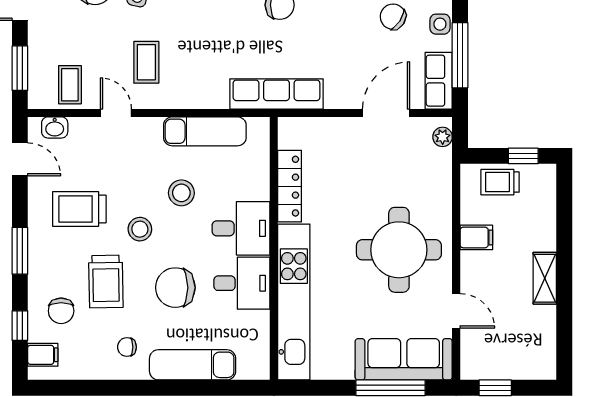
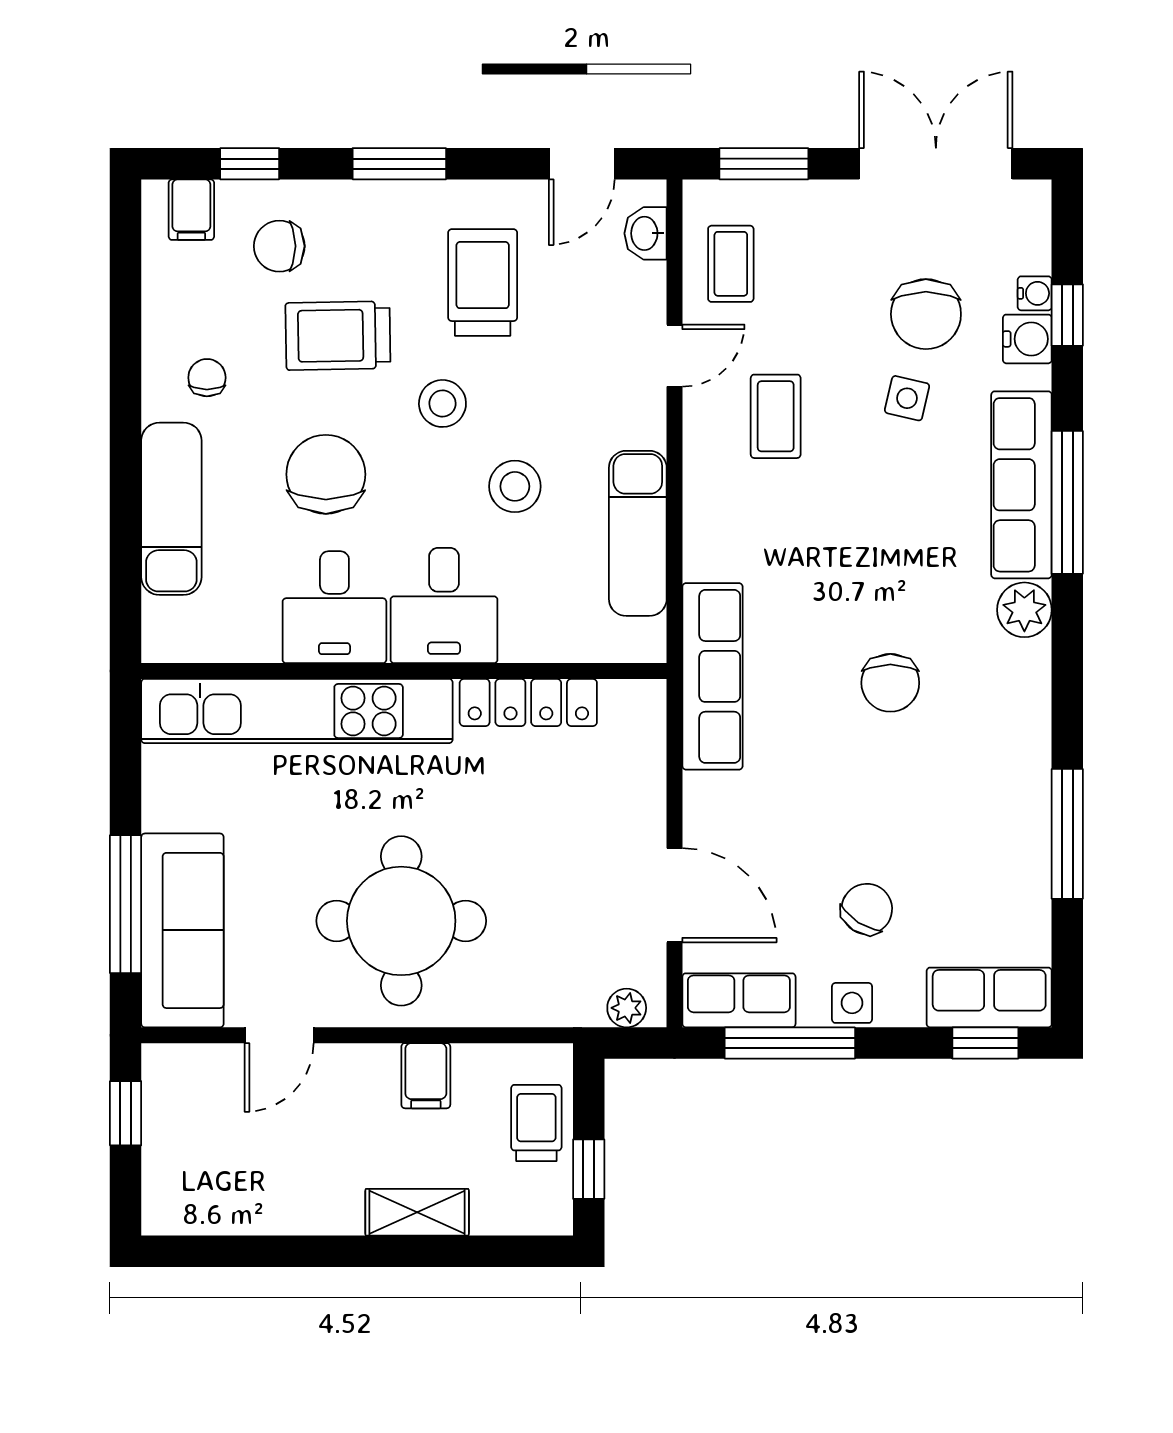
coffee table: (146, 62) -> (776, 416), turned 90
coffee table: (70, 85) -> (731, 264), turned 90
shelving: (545, 278) -> (417, 1212), moved

